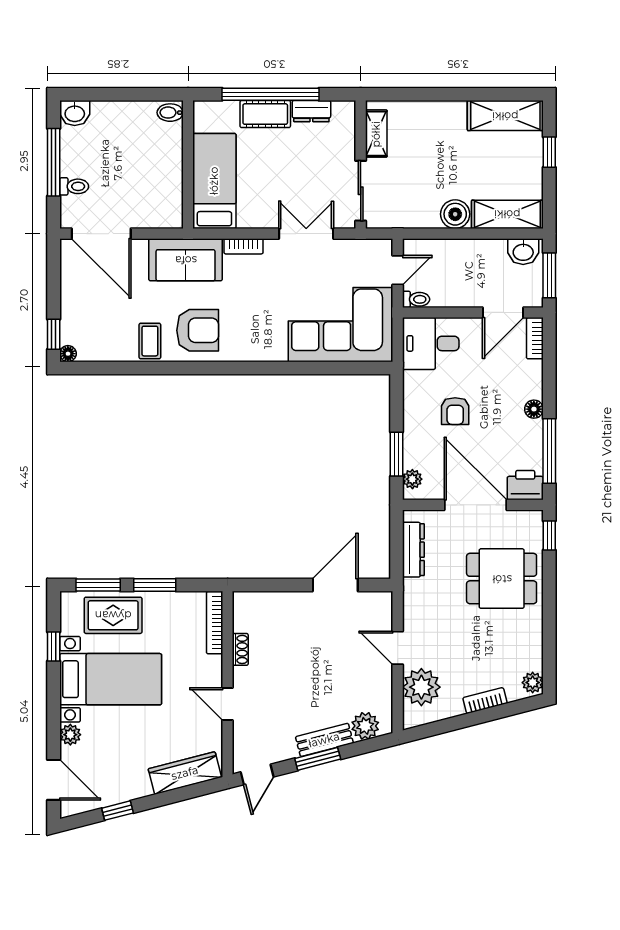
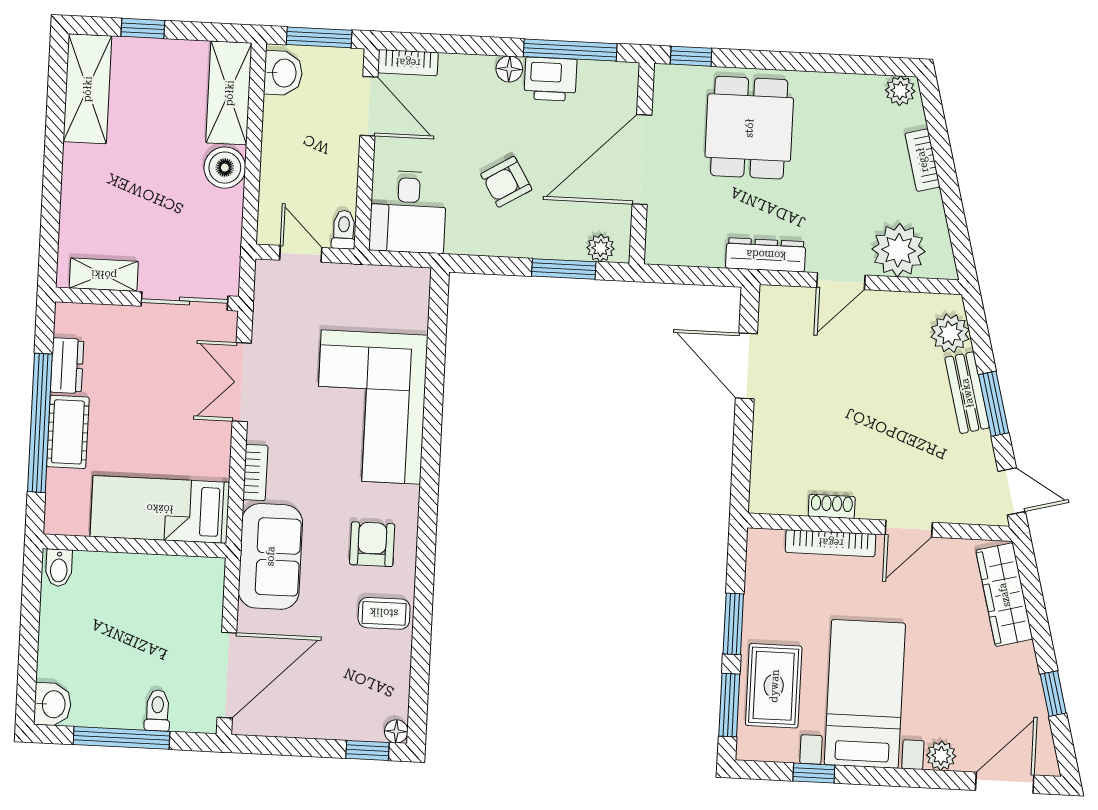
corner sofa: (341, 325) -> (371, 407), moved
armchair: (198, 330) -> (372, 544), width x0.72, depth x0.72
armchair: (455, 411) -> (506, 182), turned 149
printer: (525, 485) -> (550, 79), moved, turned -90
dresser: (413, 550) -> (766, 255), moved
bookcase: (215, 623) -> (831, 543), moved

